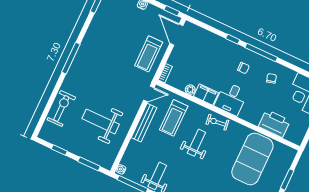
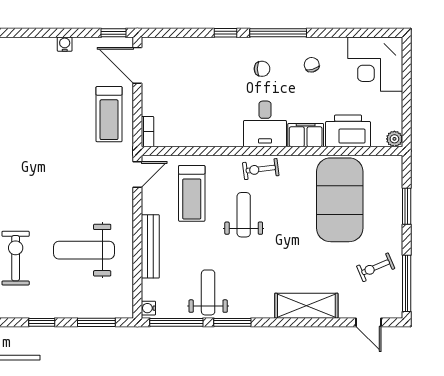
plant: (190, 90) -> (394, 139), moved
filing cabinet: (206, 94) -> (306, 135), moved
bench: (144, 123) -> (150, 246), moved

